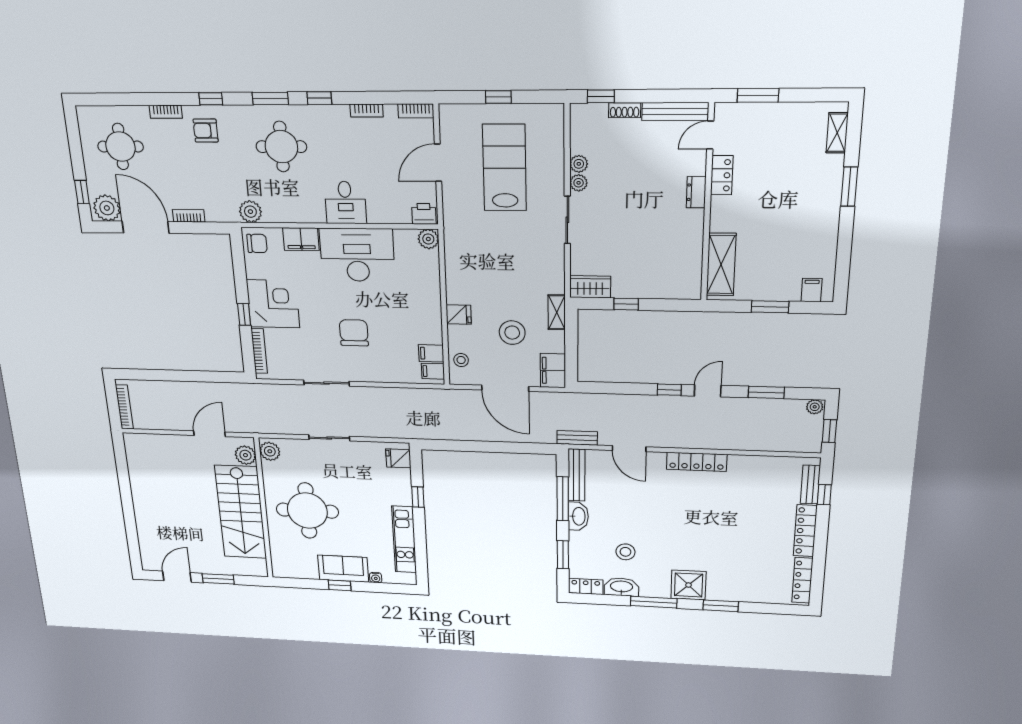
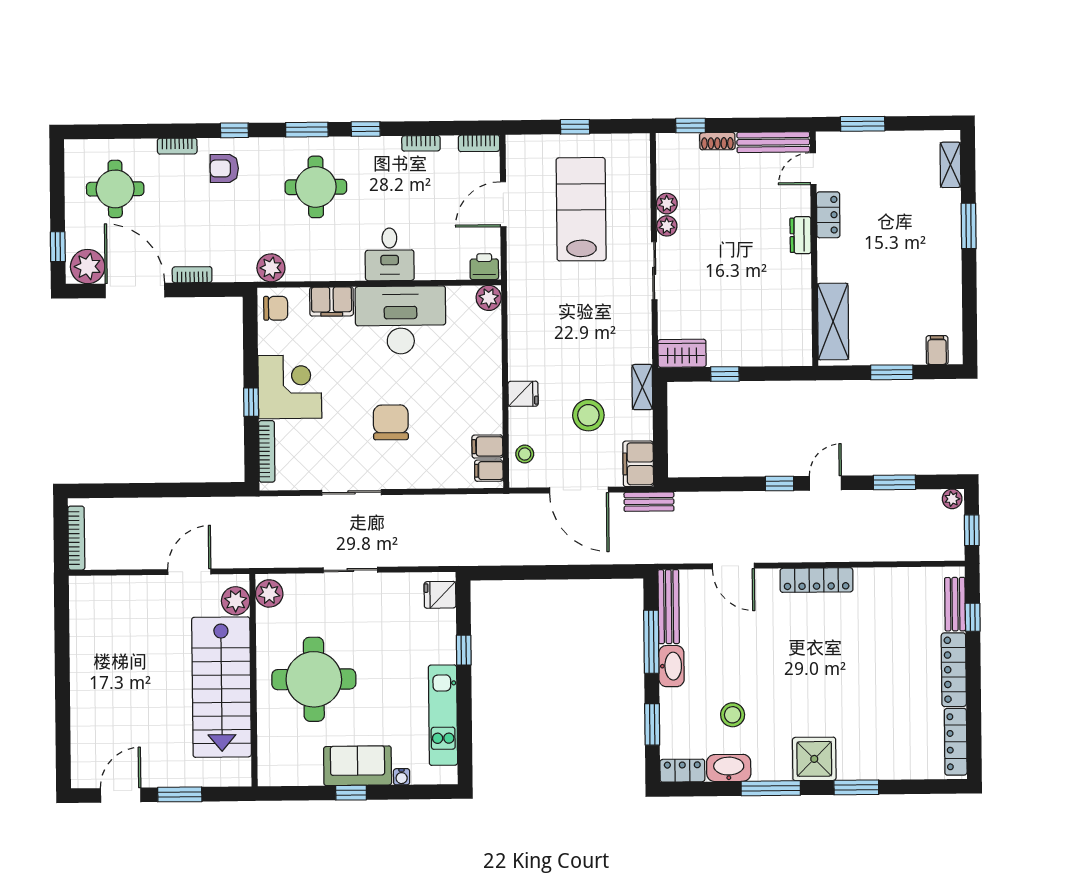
bench: (577, 438) -> (649, 502), moved

